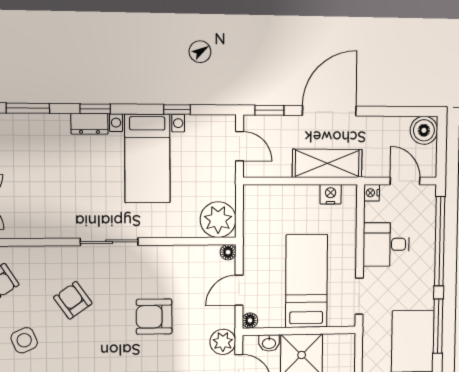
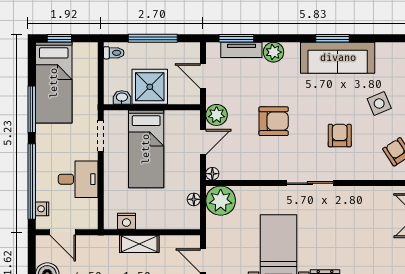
shelving: (327, 163) -> (139, 244), width x0.67, depth x0.75
nightstand: (372, 193) -> (42, 209), moved, turned 180
armchair: (73, 300) -> (340, 136), turned -145
floor lamp: (250, 320) -> (194, 199), moved
plant: (223, 342) -> (217, 115), moved
washbasin: (269, 343) -> (122, 98), moved

